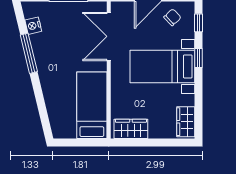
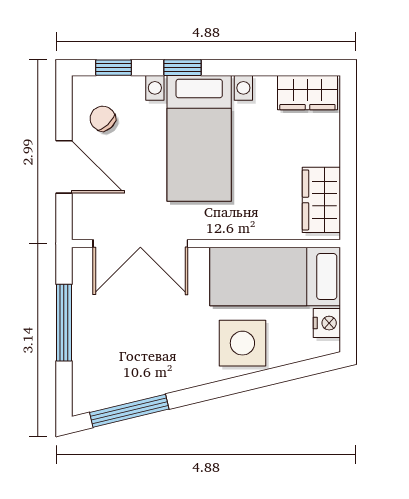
nightstand: (33, 26) -> (327, 323), moved, turned -76
window: (29, 53) -> (129, 411), moved
side table: (58, 89) -> (242, 343), added

